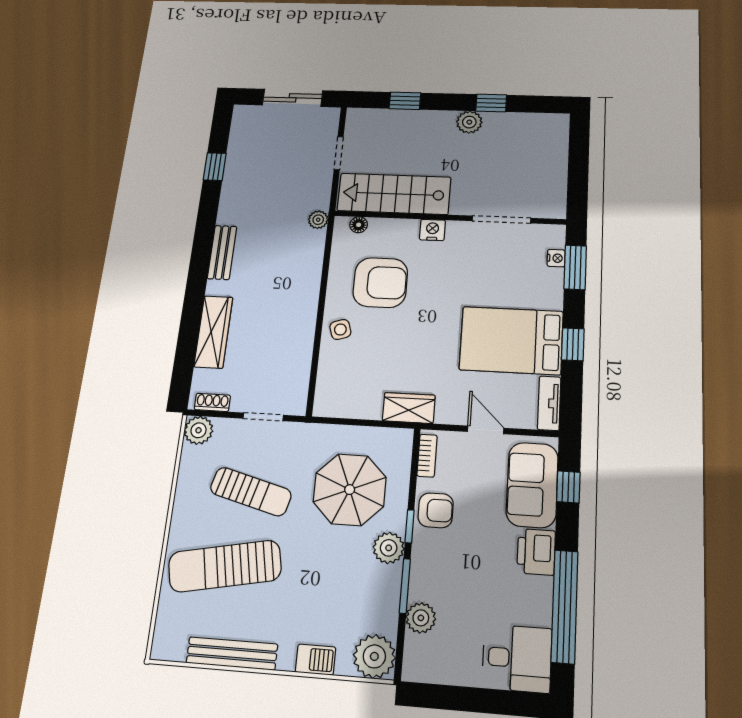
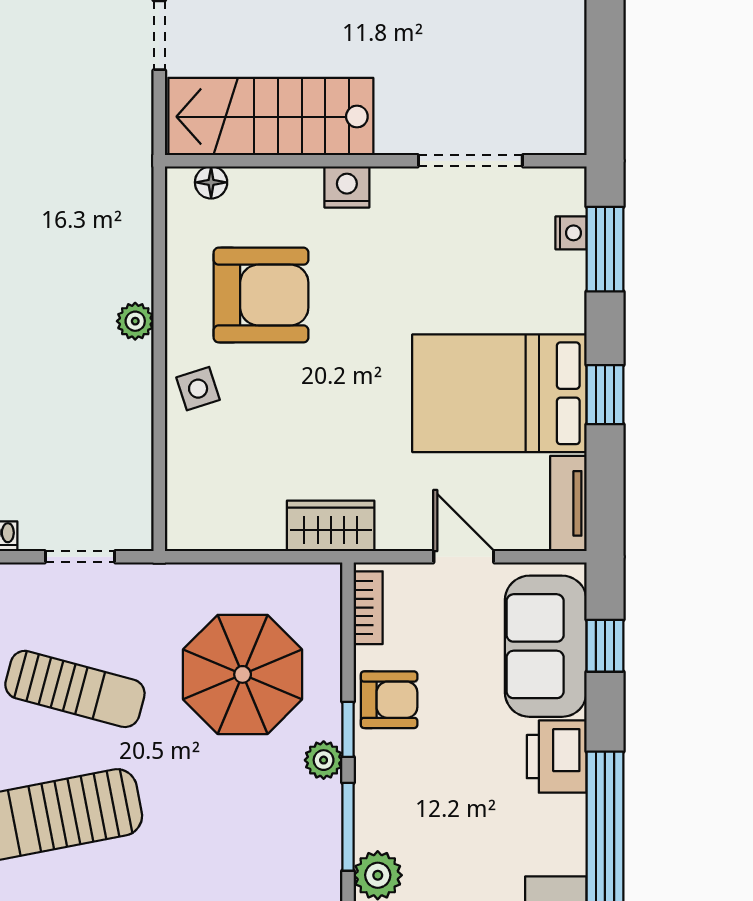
plant: (318, 220) -> (135, 321), moved
plant: (389, 548) -> (324, 760), width x0.73, depth x0.73

